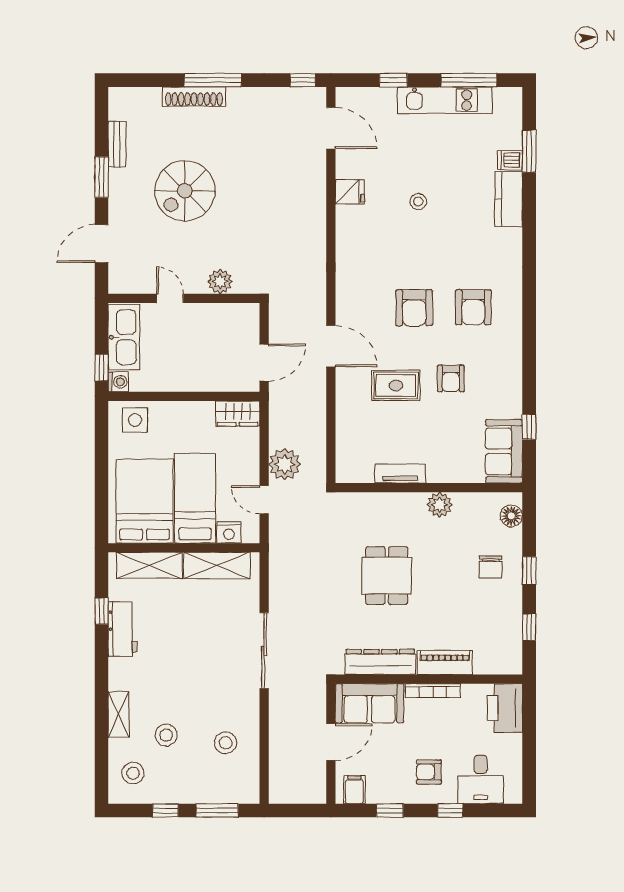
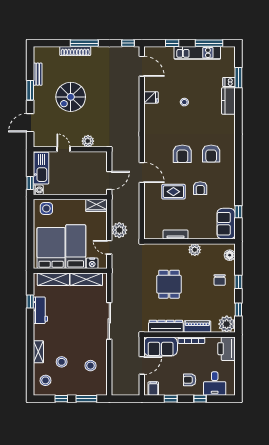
plant: (505, 657) -> (227, 324), added

